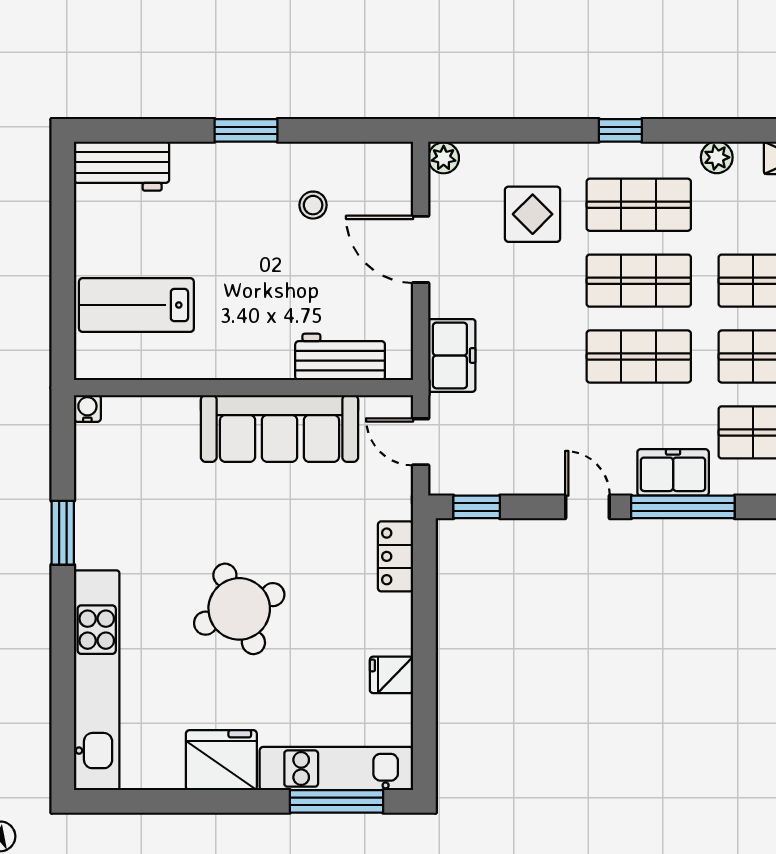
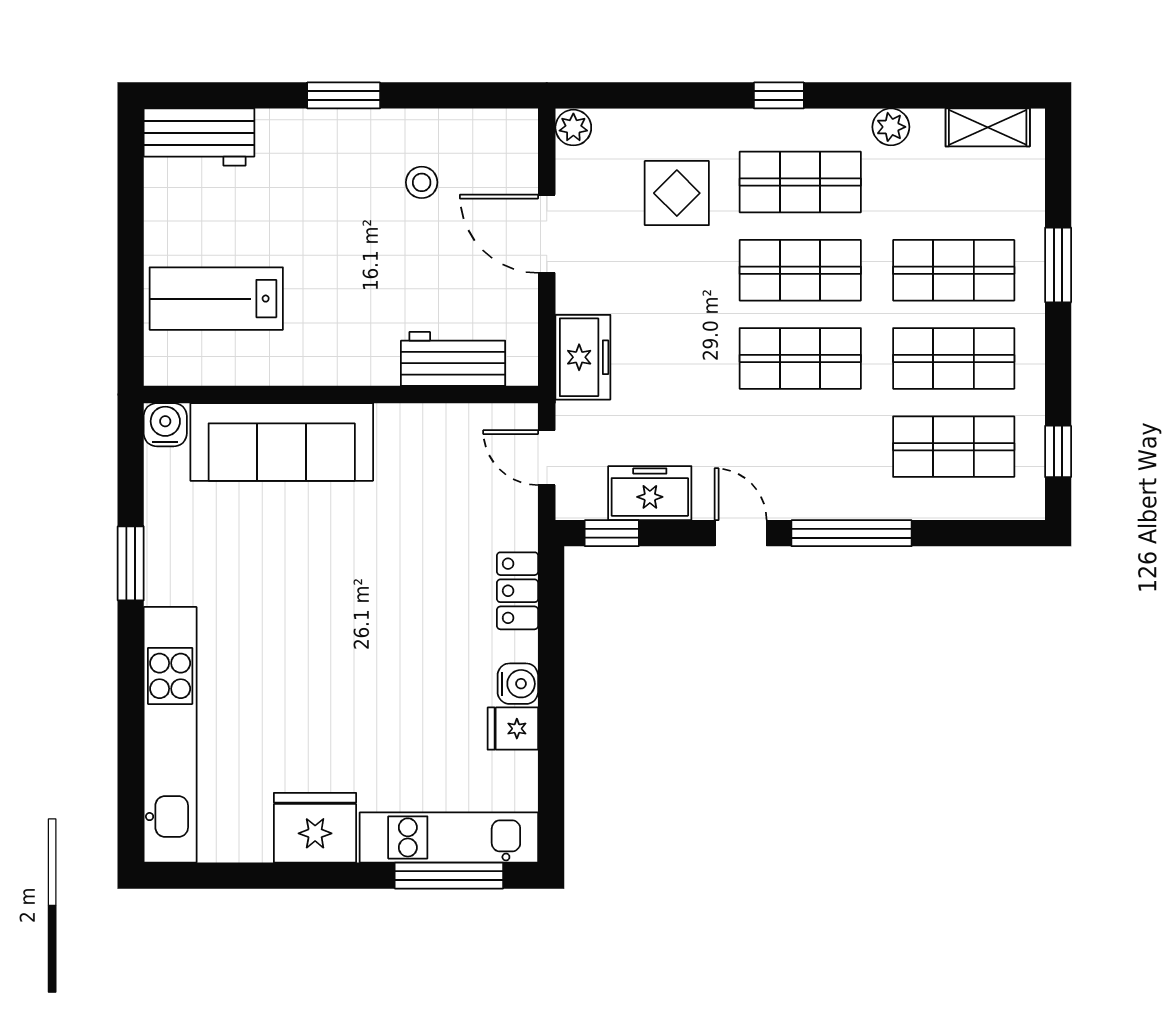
water cooler: (87, 408) -> (165, 425), width x1.38, depth x1.38
sofa: (279, 428) -> (282, 442), moved
freezer: (673, 472) -> (650, 493), moved
round table: (239, 609) -> (336, 652), removed
water cooler: (396, 636) -> (518, 684), added

